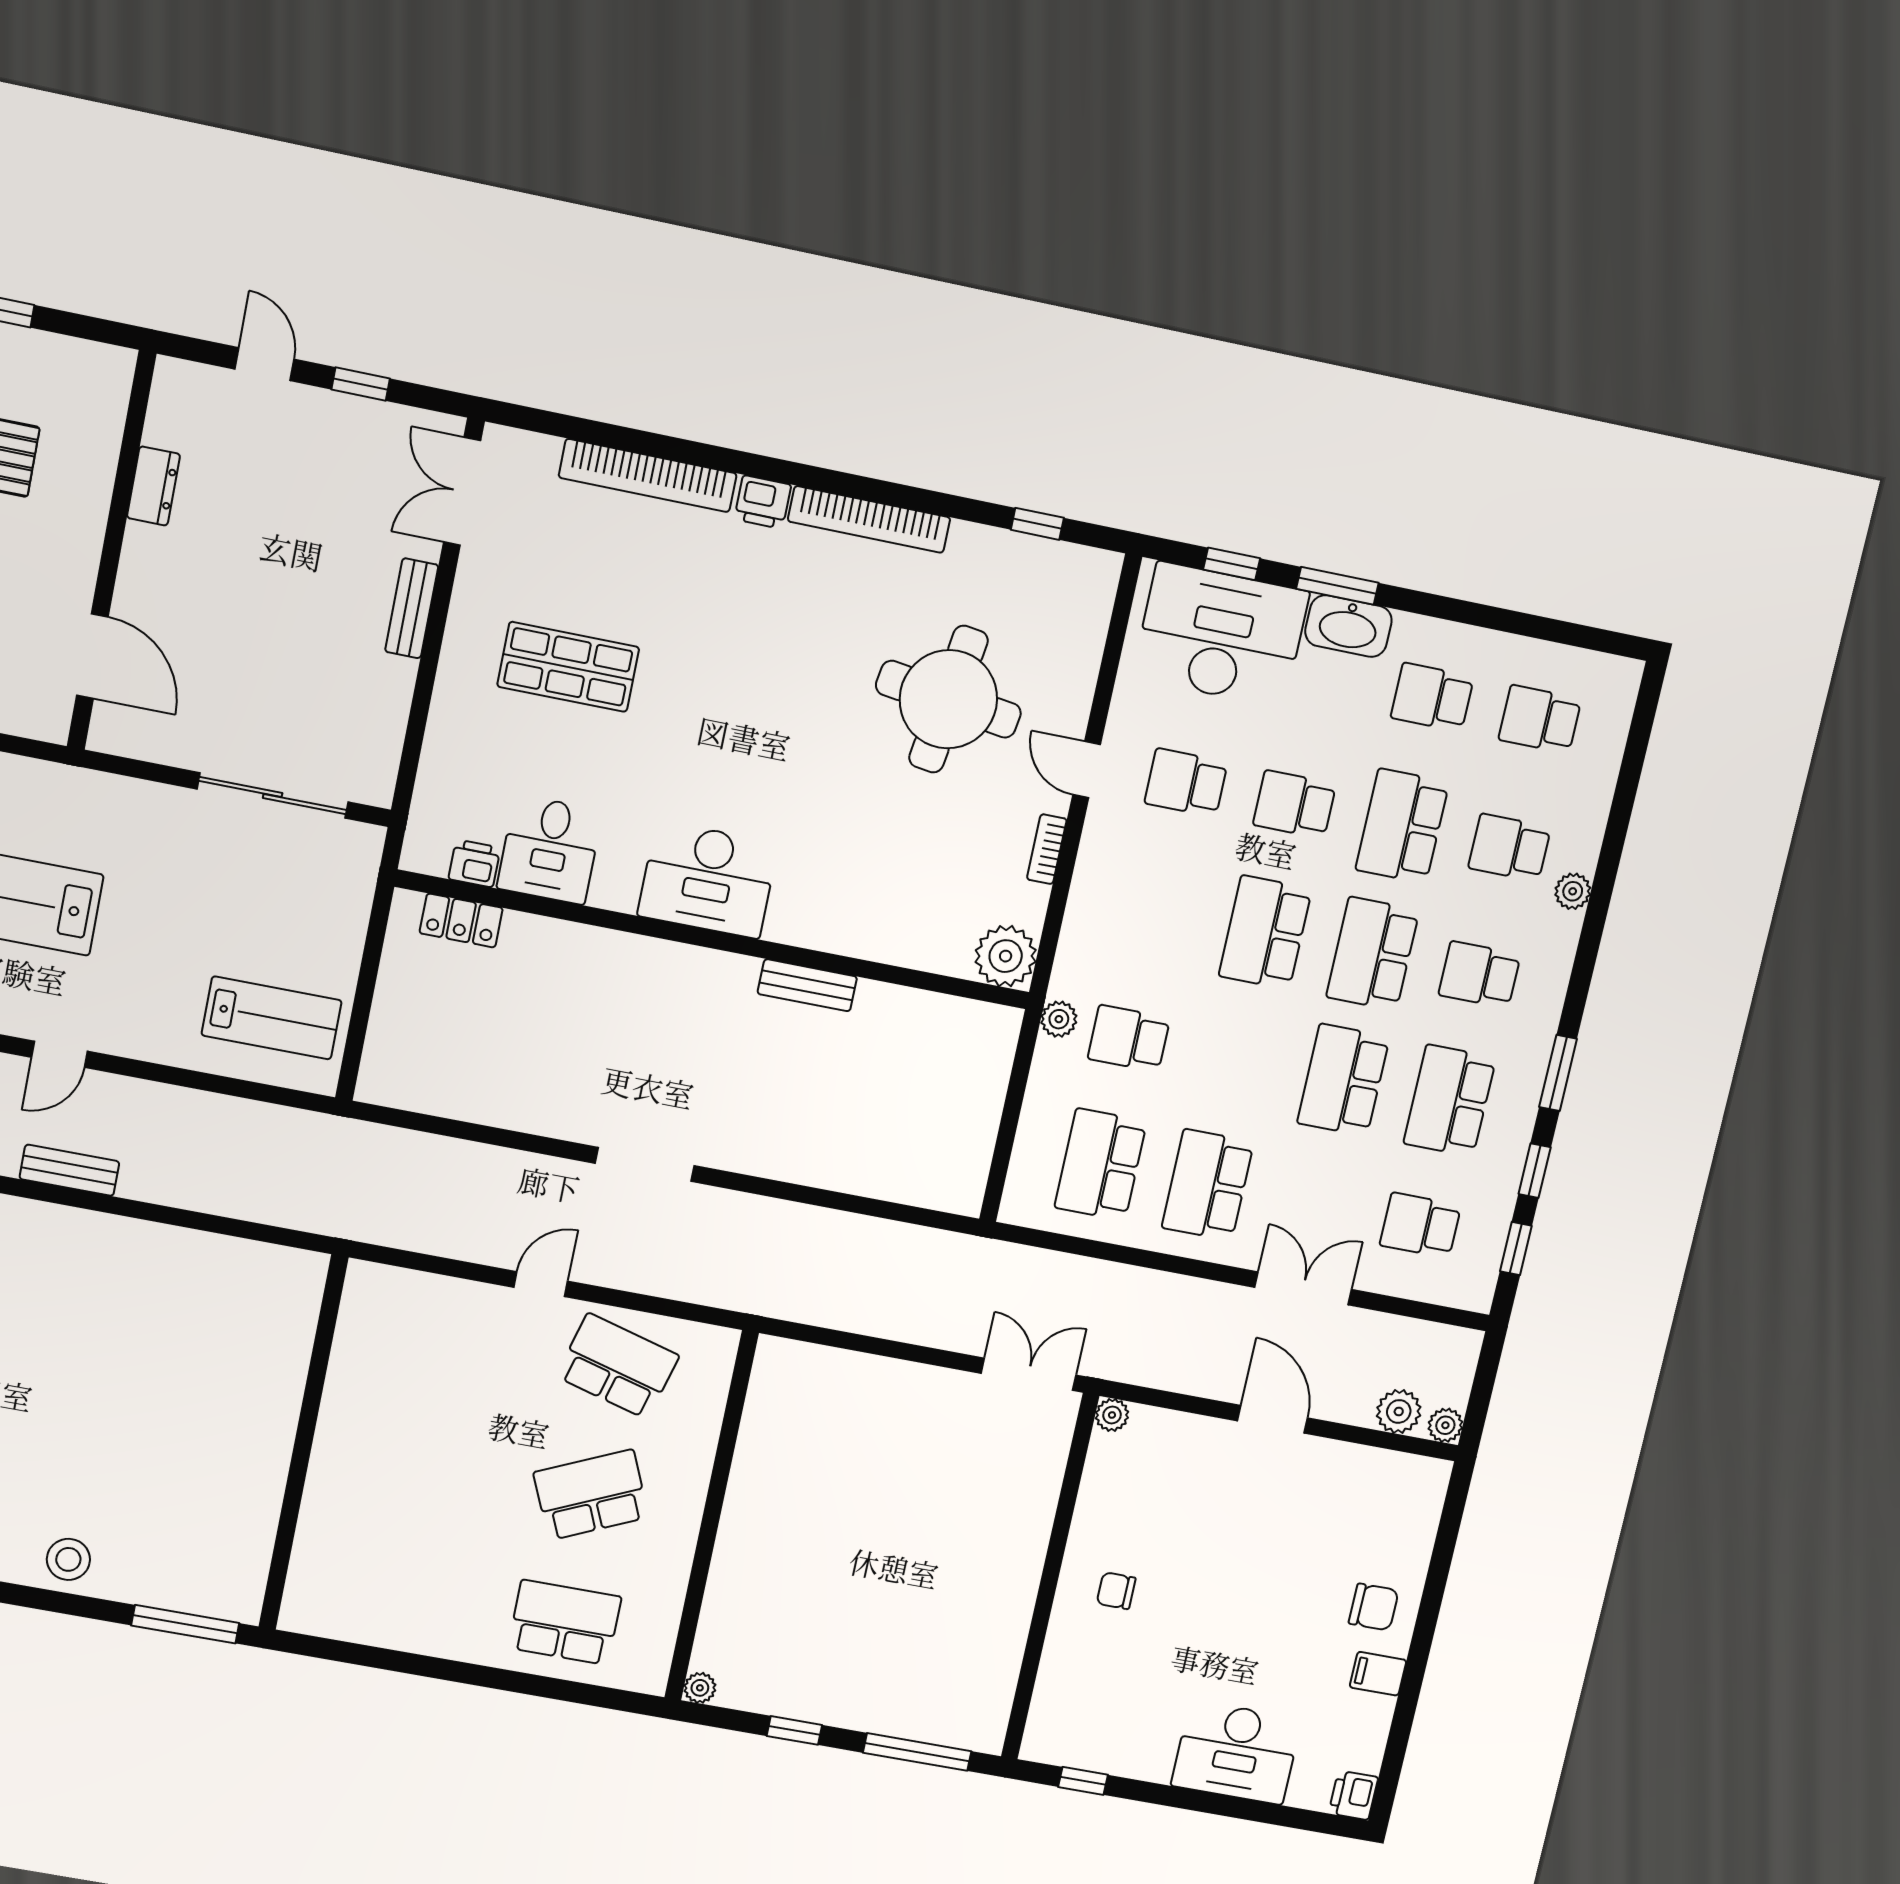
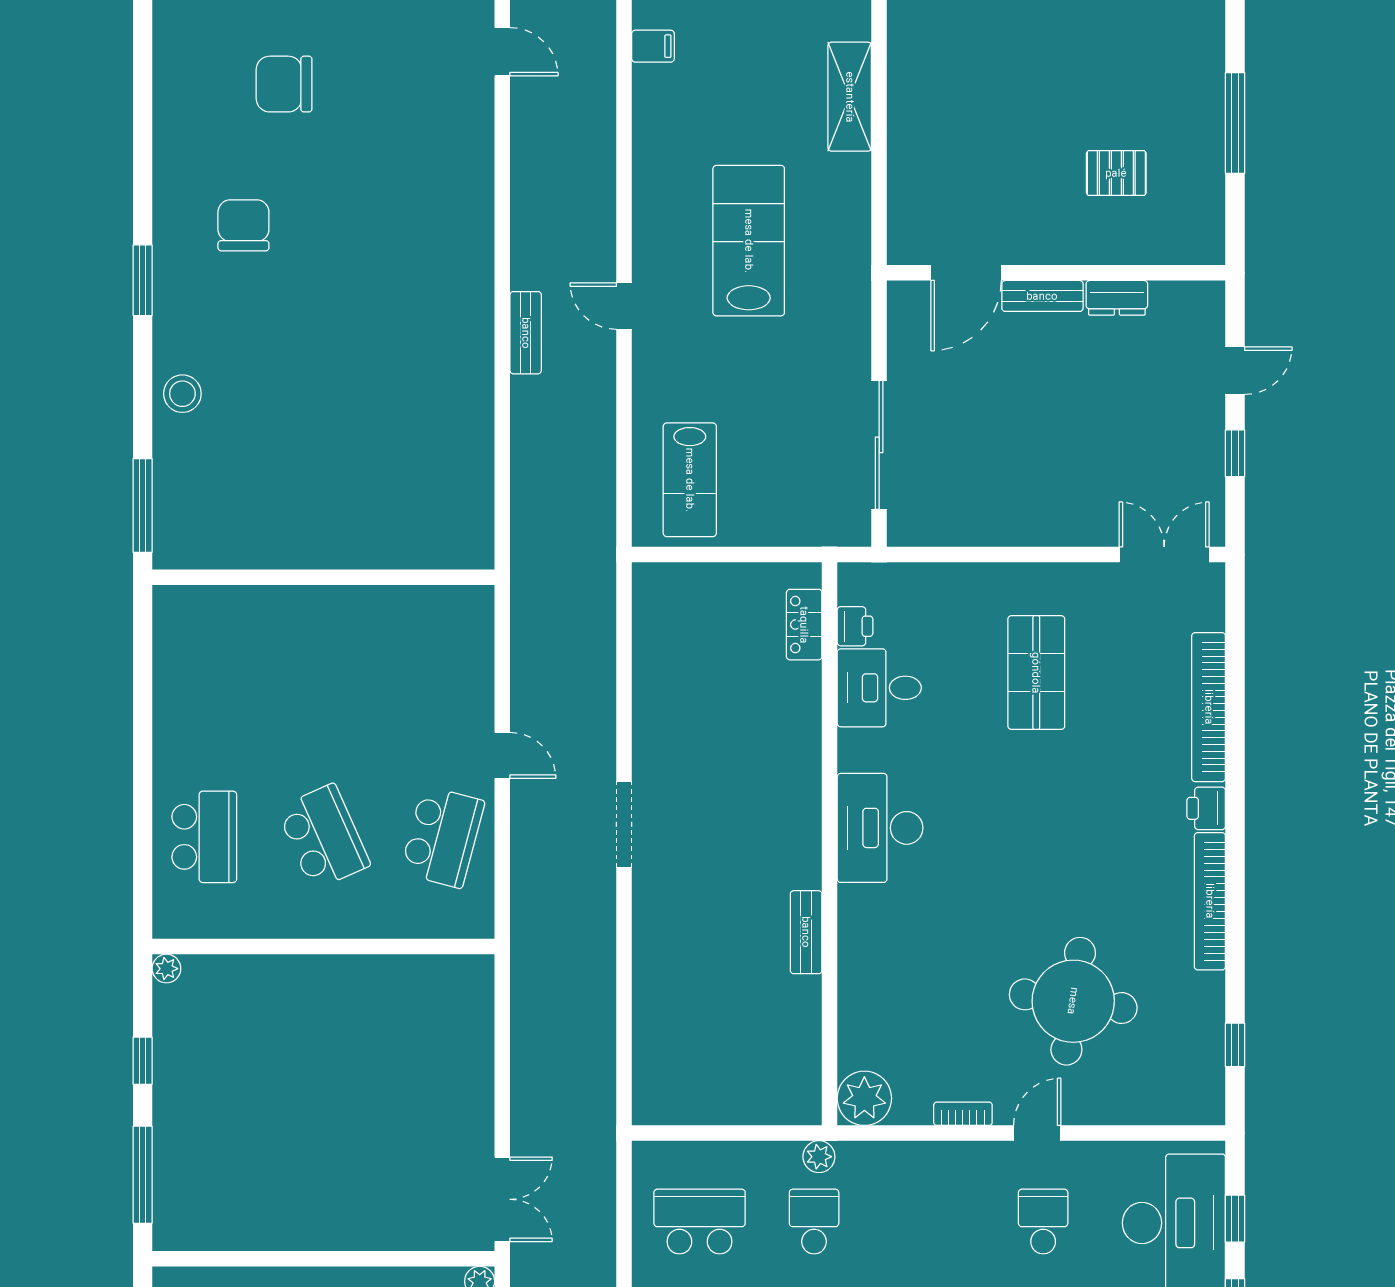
bench: (412, 608) -> (1042, 296), moved

